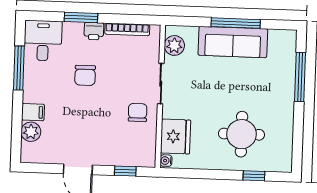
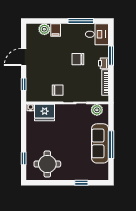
window: (300, 77) -> (81, 183), width x0.46
round table: (241, 134) -> (47, 164), moved

